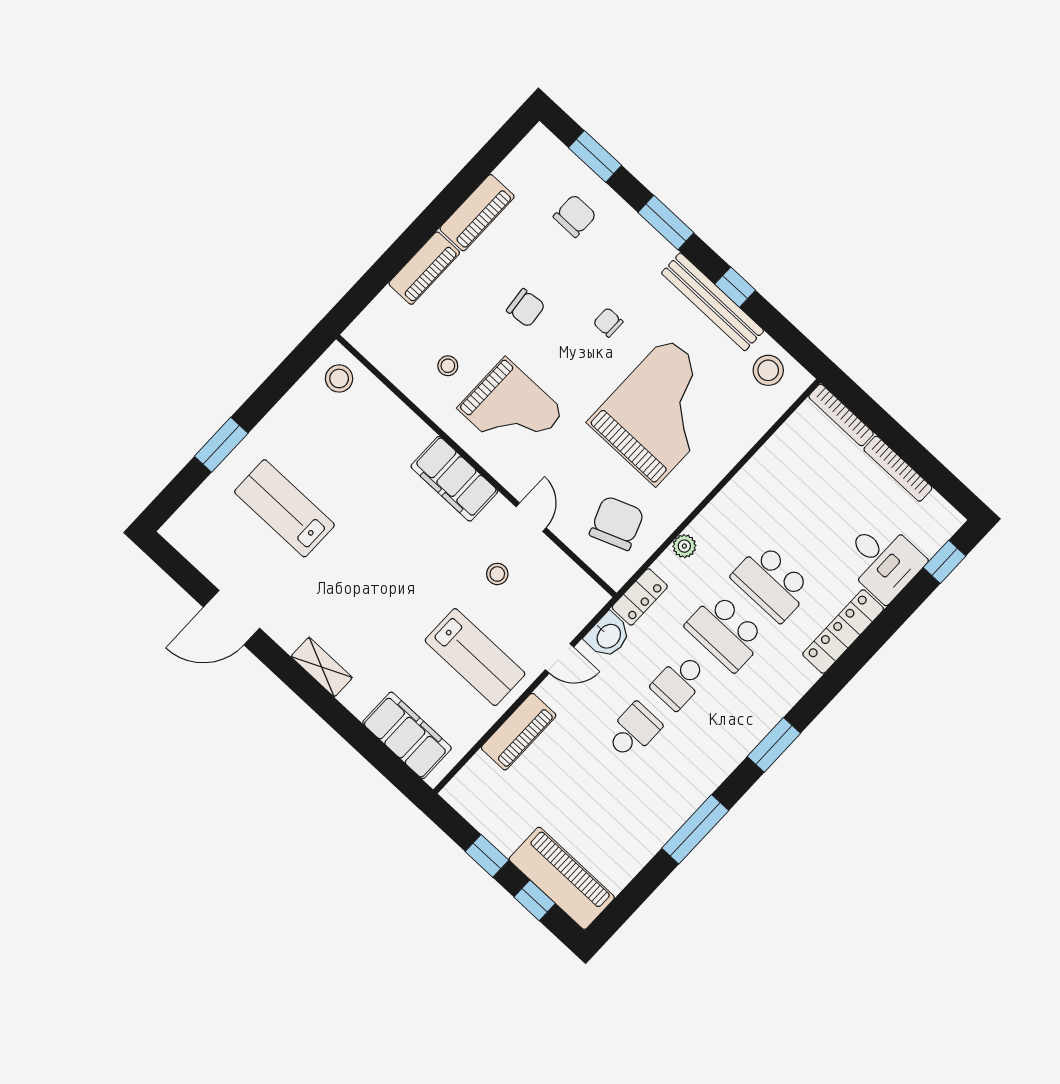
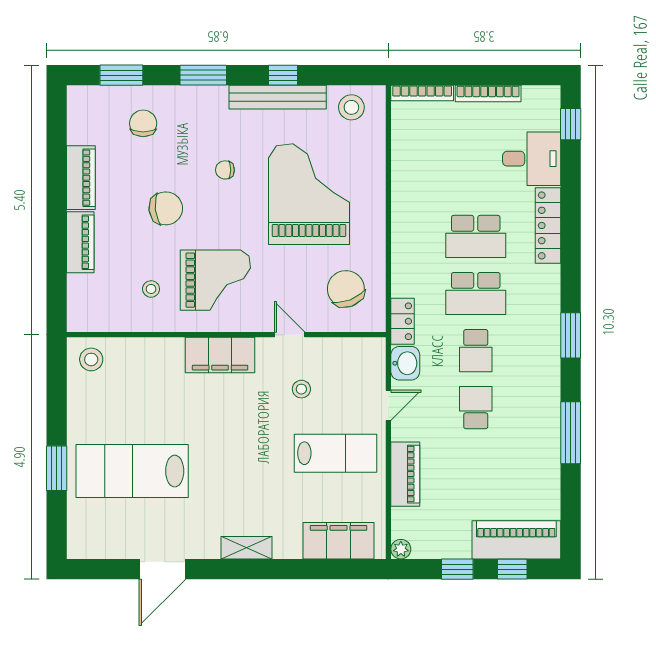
chair: (526, 308) -> (166, 208), width x1.37, depth x1.37
lab bench: (284, 508) -> (132, 471), width x1.36, depth x1.39
plant: (684, 546) -> (401, 549), moved

